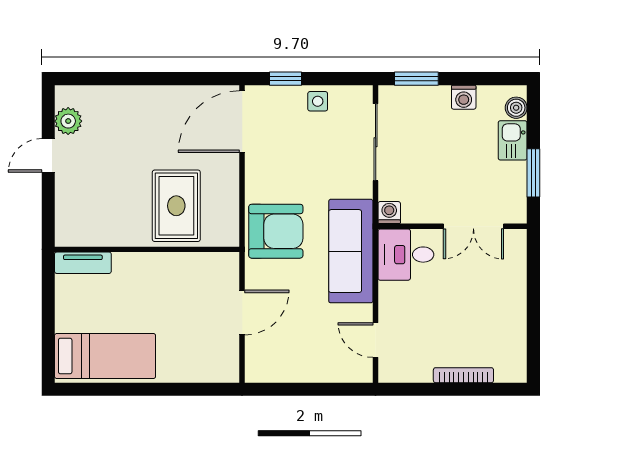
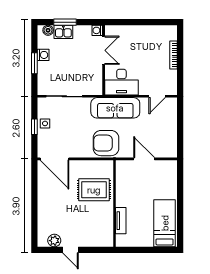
window: (286, 79) -> (34, 127), moved
window: (416, 79) -> (34, 63), moved
window: (533, 173) -> (65, 22), moved
washing machine: (389, 213) -> (97, 30), moved
armchair: (276, 231) -> (106, 143), turned -90
desk: (406, 255) -> (121, 82), width x1.37
tv unit: (83, 263) -> (121, 221), moved

